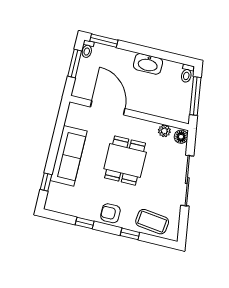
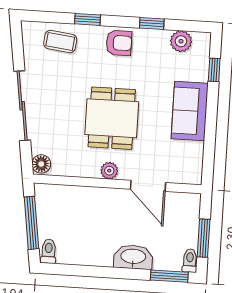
washbasin: (148, 64) -> (133, 257), moved
door: (108, 108) -> (148, 186), width x0.73
plant: (164, 131) -> (109, 171), moved
sofa: (69, 156) -> (190, 111), width x0.73
plant: (66, 207) -> (181, 41), added
coffee table: (152, 222) -> (60, 41), width x0.73, depth x0.77

